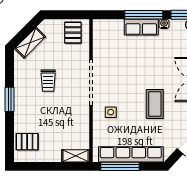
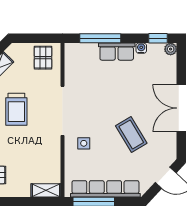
window: (144, 15) -> (100, 38), moved
trolley: (48, 81) -> (16, 109), width x1.36, depth x1.39
coffee table: (155, 104) -> (131, 135), turned -31

